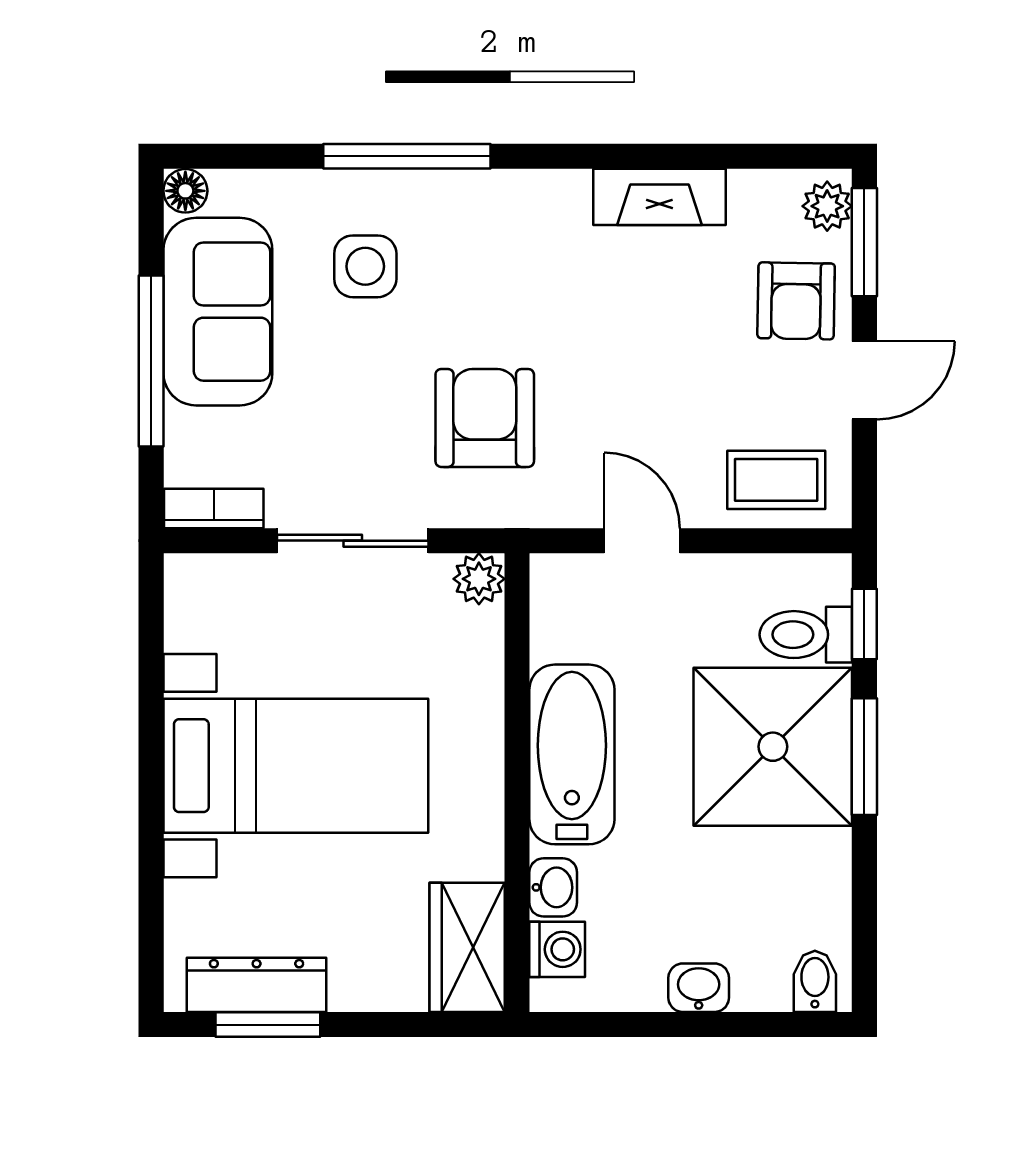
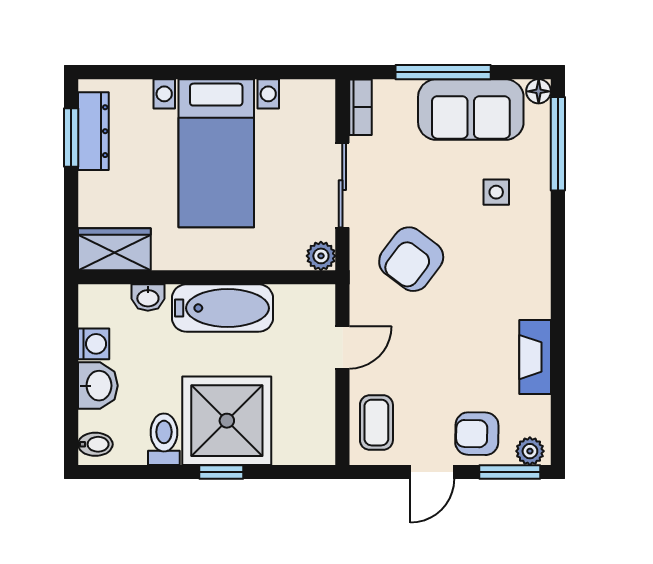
window: (407, 156) -> (558, 144), moved
side table: (365, 266) -> (496, 192), width x0.73, depth x0.73
door: (864, 380) -> (432, 472), hinge flipped
armchair: (485, 418) -> (411, 259), turned 127
window: (864, 624) -> (296, 472), removed
toilet: (806, 635) -> (164, 439), moved
window: (864, 757) -> (221, 472), width x0.67
washing machine: (557, 949) -> (94, 344), moved, turned -90
washbasin: (699, 988) -> (98, 386), width x1.38, depth x1.45

